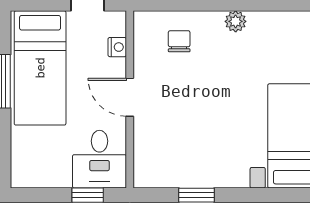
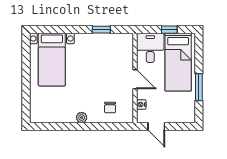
bed: (40, 68) -> (178, 62), moved, turned 180
window: (88, 195) -> (169, 30), moved

